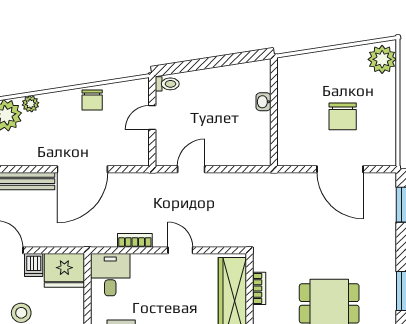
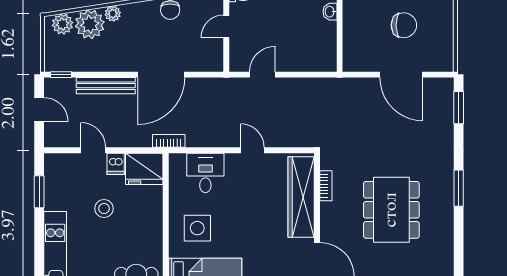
chair: (343, 116) -> (404, 25), turned -90
bookcase: (135, 240) -> (169, 141), moved
desk: (110, 275) -> (205, 173), moved

